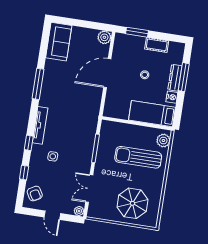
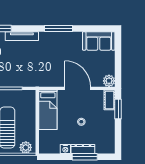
cot: (157, 45) -> (110, 100), moved
bed: (152, 114) -> (48, 110), moved, turned 180

